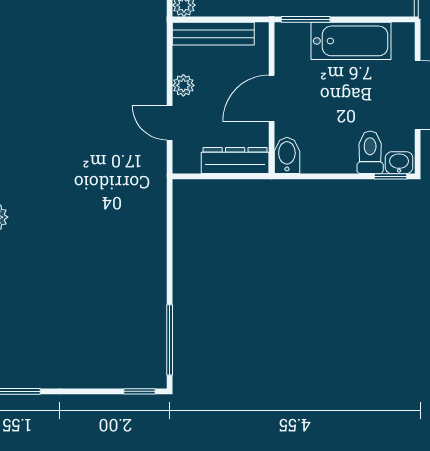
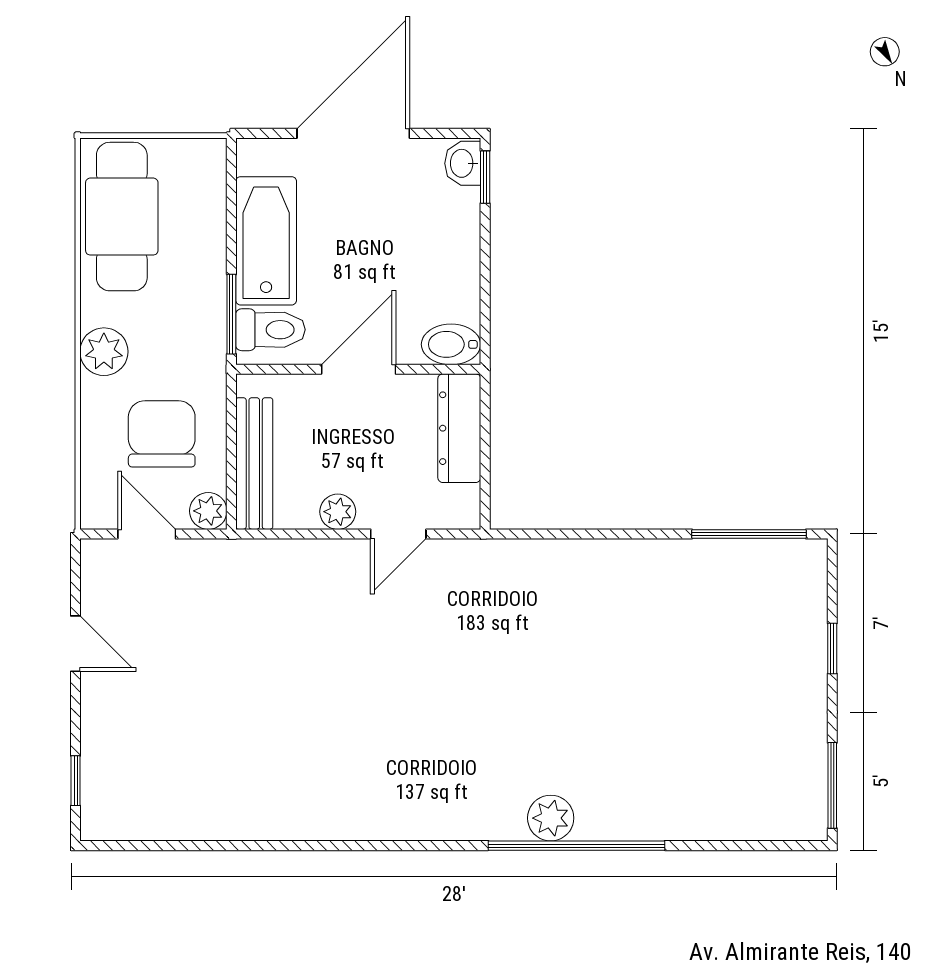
door: (272, 98) -> (359, 369), swing flipped
toilet: (370, 152) -> (270, 330), moved, turned 180
window: (139, 391) -> (832, 648), moved

